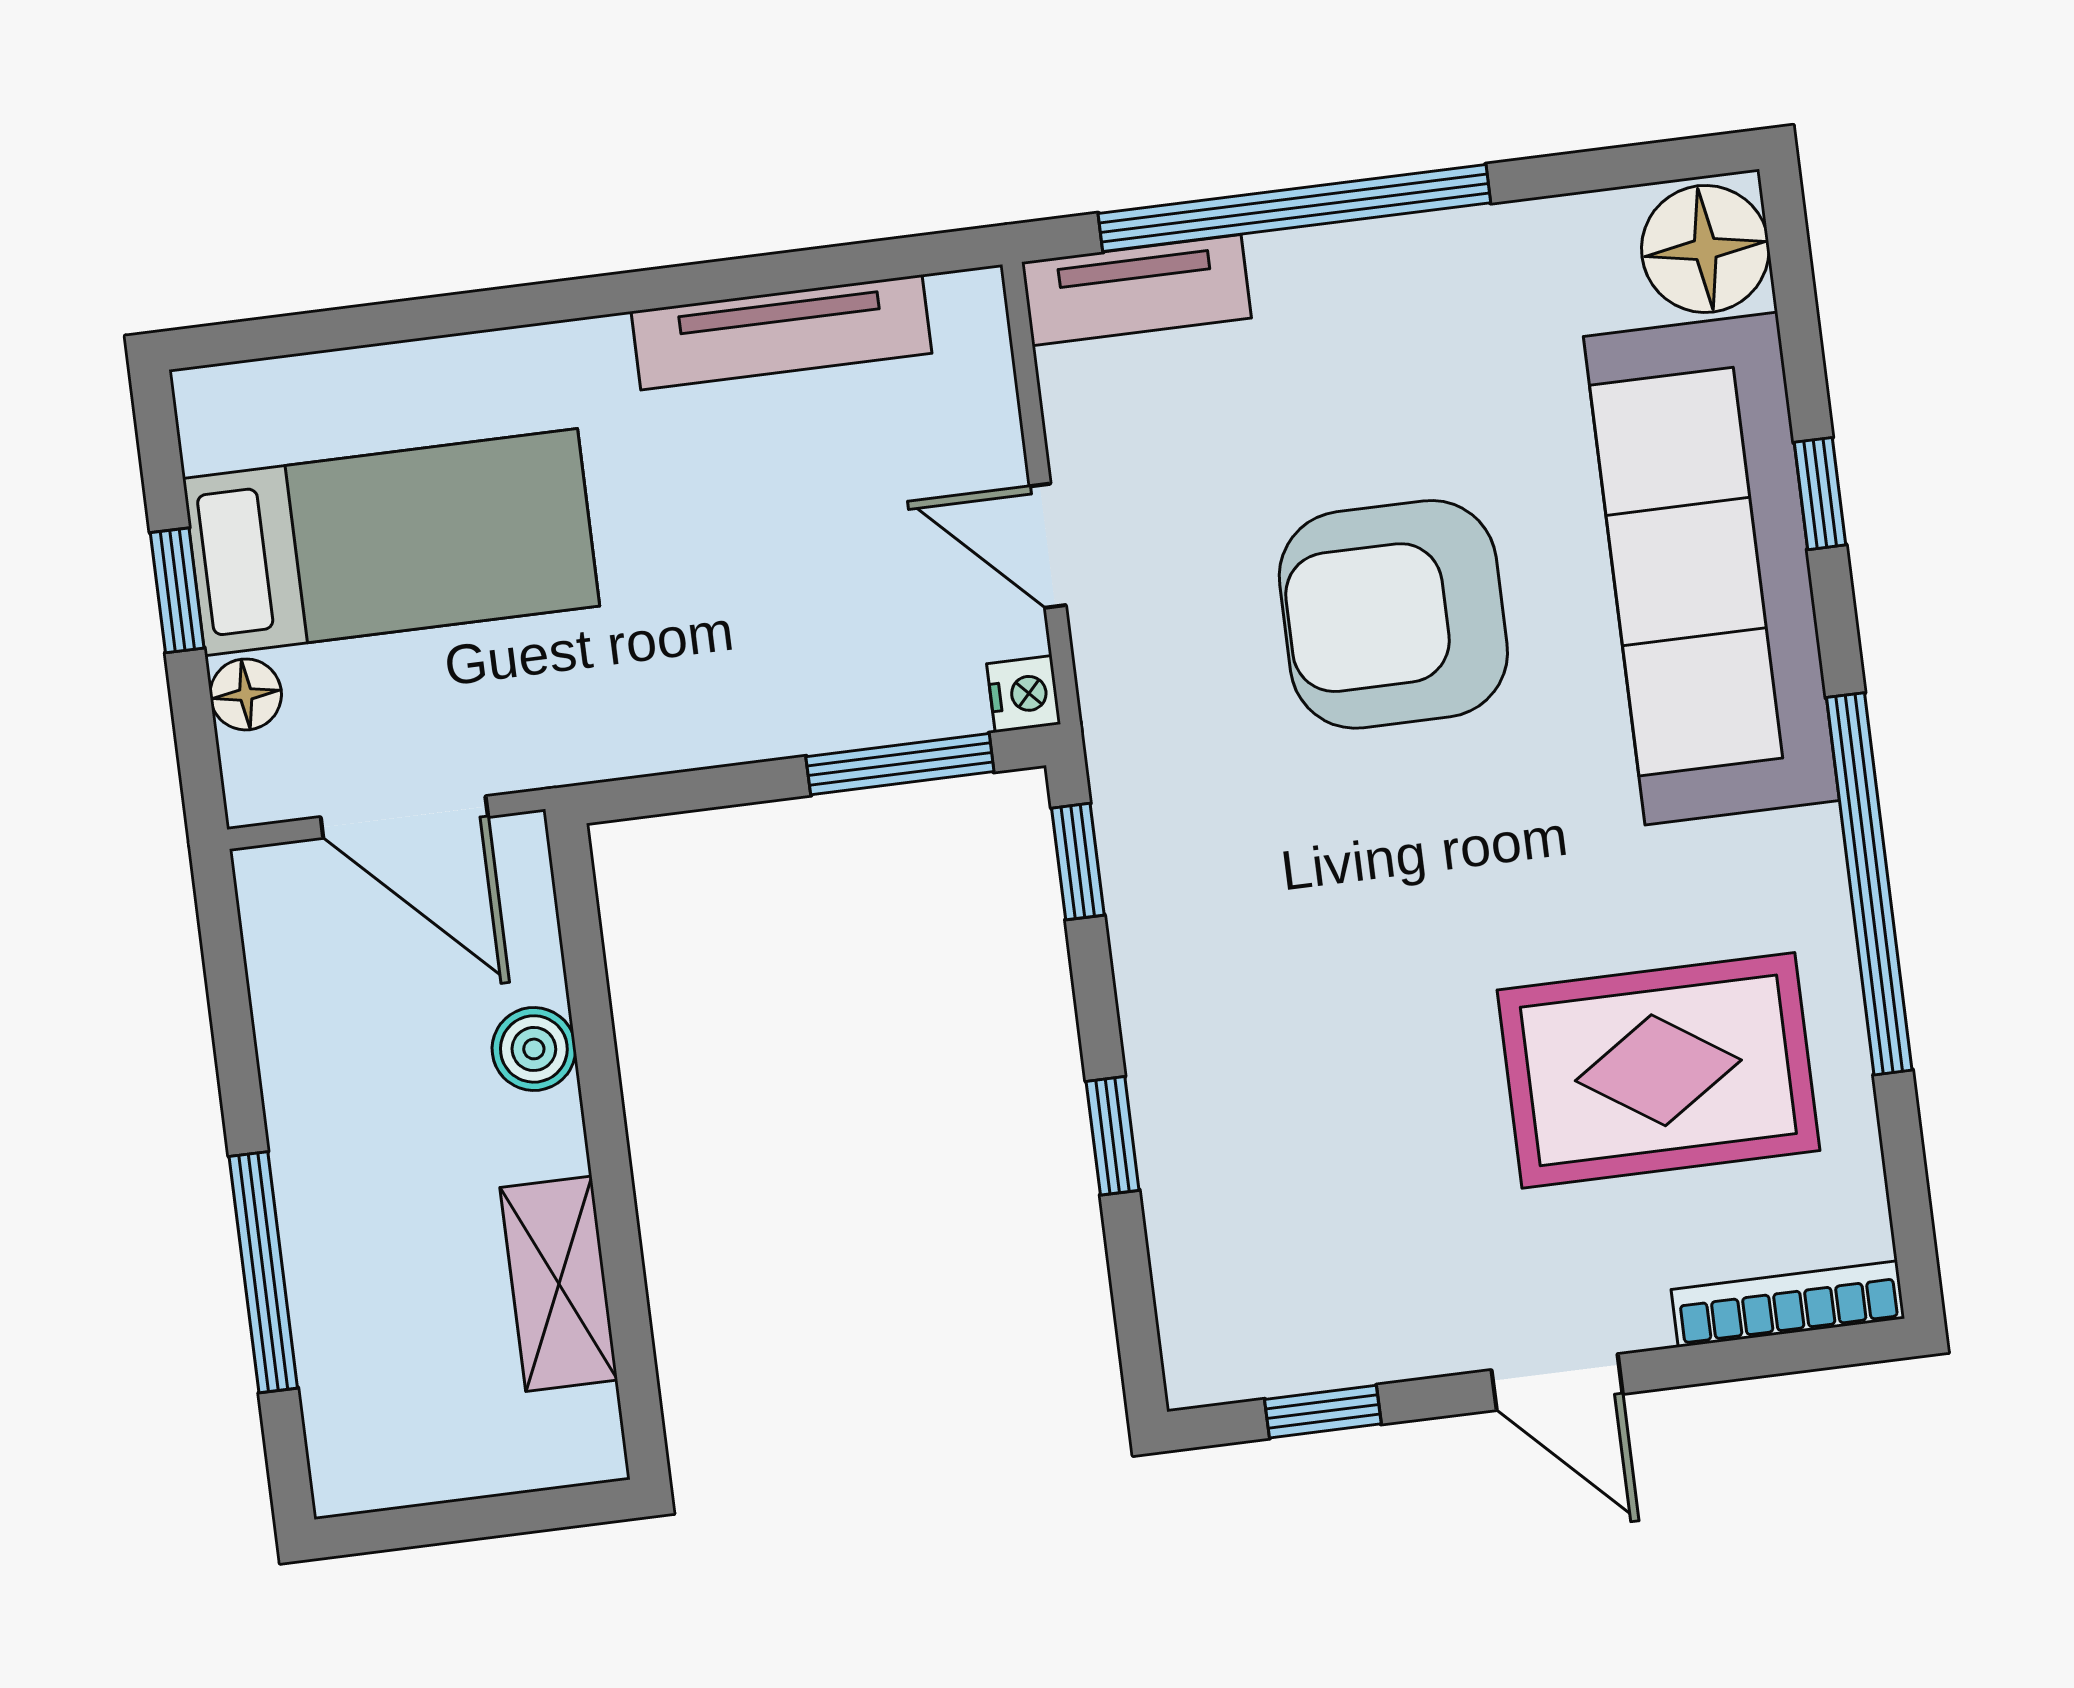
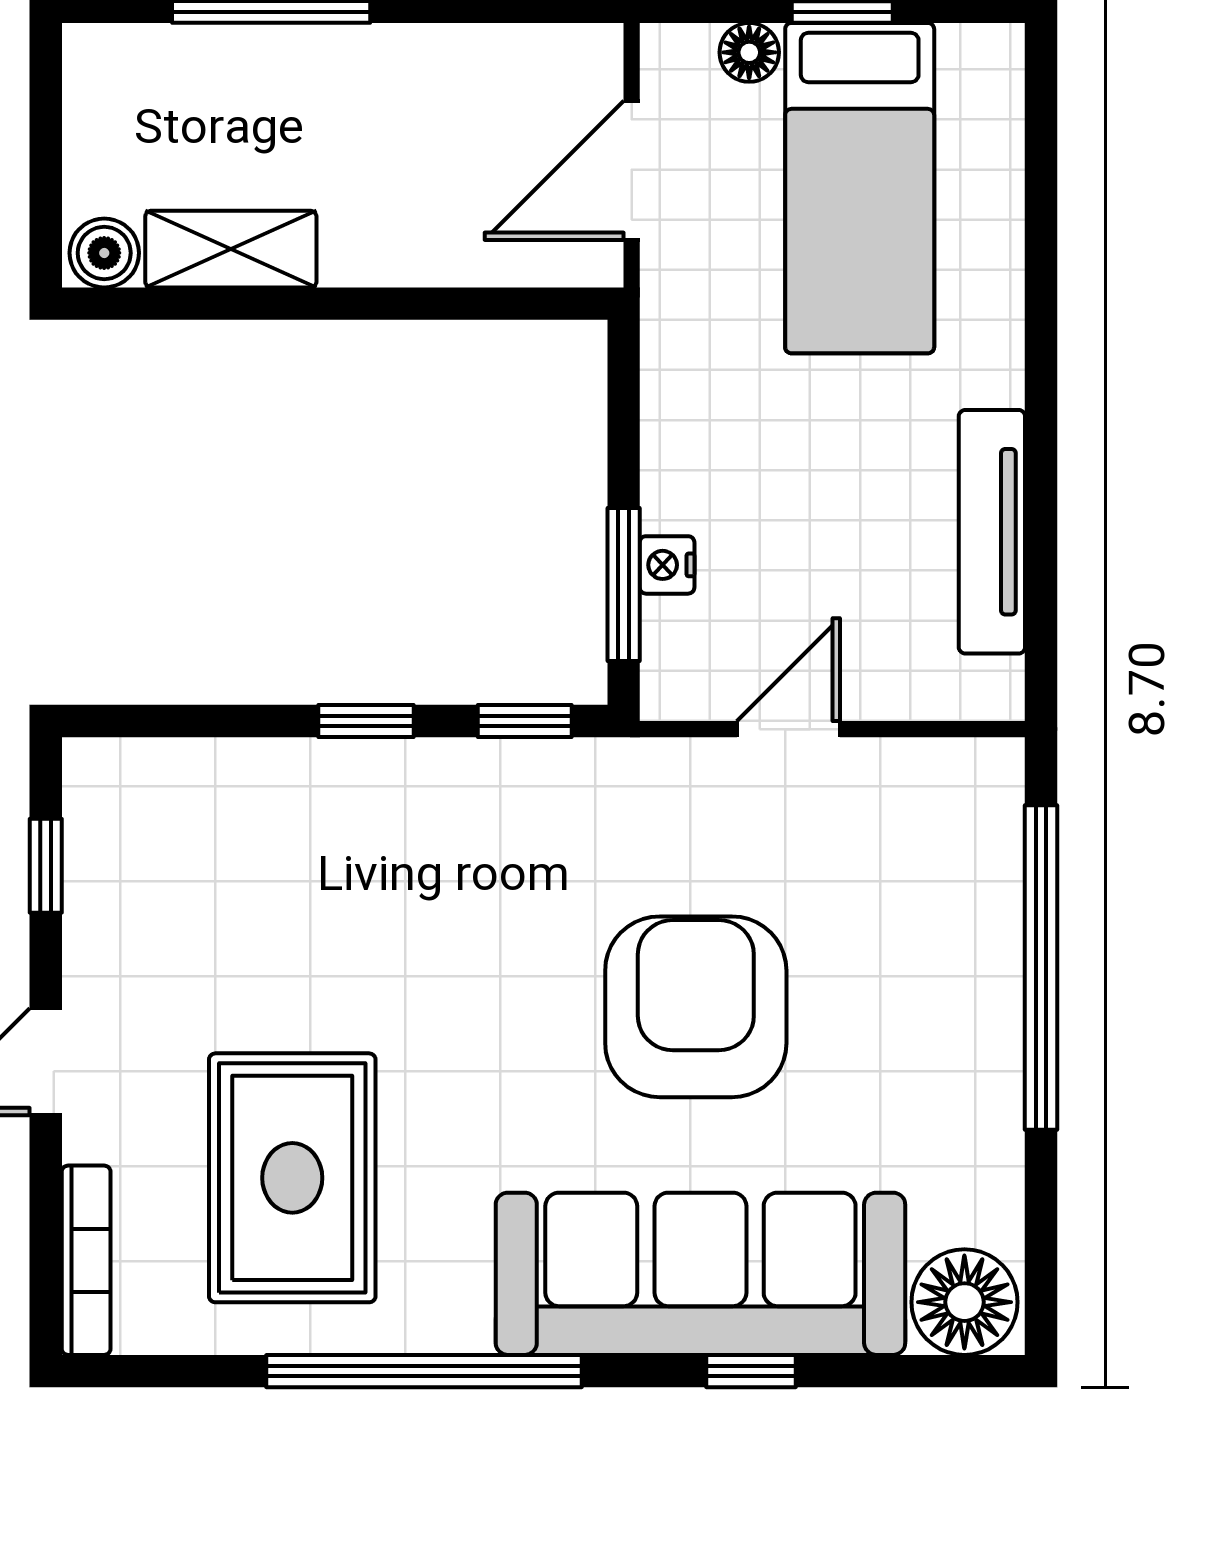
tv unit: (1137, 290) -> (990, 829), removed
nightstand: (1024, 694) -> (667, 565), moved, turned 90
boiler: (534, 1049) -> (104, 253), moved
window: (1113, 1136) -> (366, 721), moved

